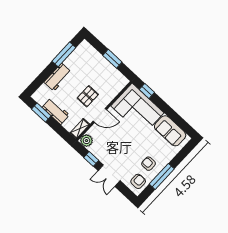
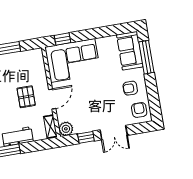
sofa: (170, 131) -> (130, 51), moved, turned 90
window: (162, 176) -> (146, 57), moved

